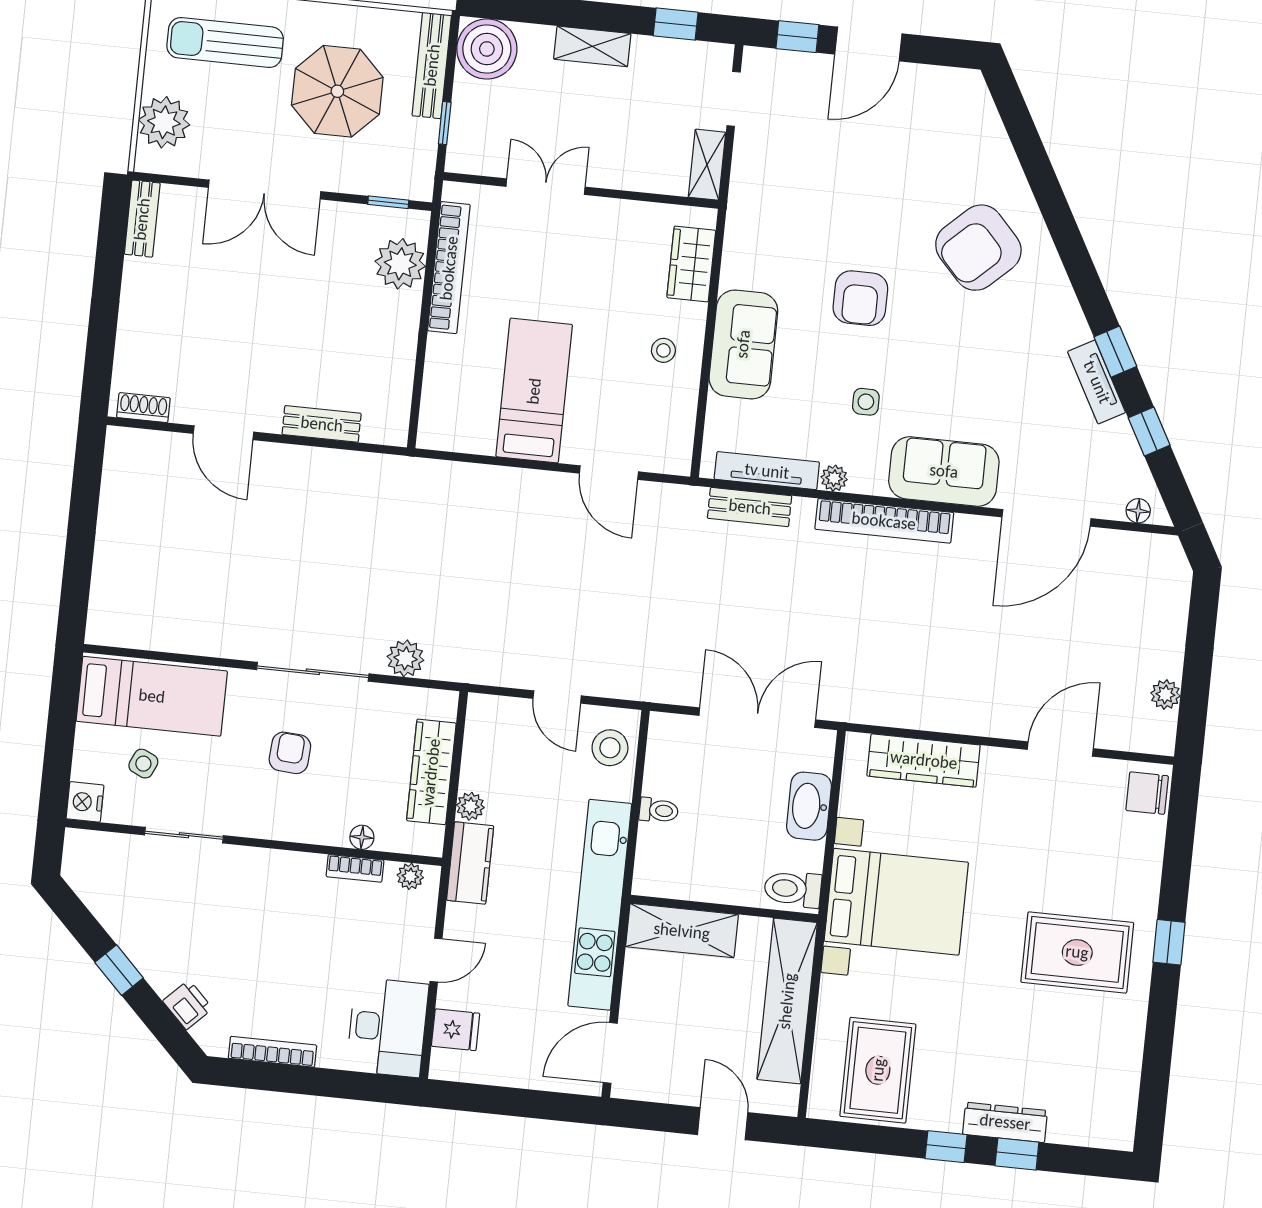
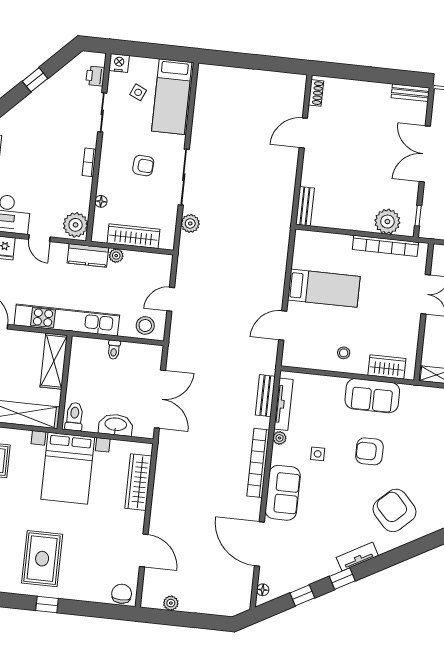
sofa: (743, 344) -> (372, 396), moved
tv unit: (1097, 382) -> (357, 557), moved
bench: (322, 424) -> (305, 206), moved
bookcase: (355, 868) -> (89, 162), moved
plant: (410, 876) -> (76, 225), width x1.88, depth x1.88
printer: (188, 1005) -> (95, 76), moved, turned 135

